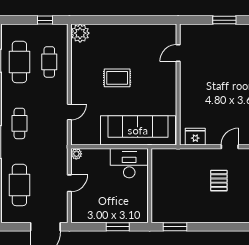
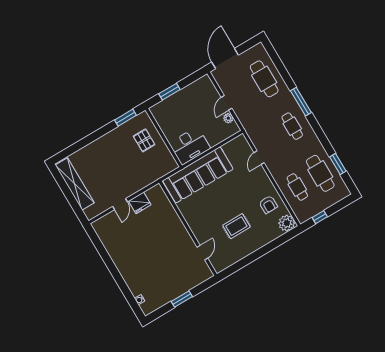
armchair: (87, 62) -> (268, 205), added
rug: (117, 78) -> (236, 226), moved
fridge: (195, 137) -> (140, 203), moved
plant: (76, 154) -> (228, 118), moved
pallet: (219, 181) -> (144, 140), moved

